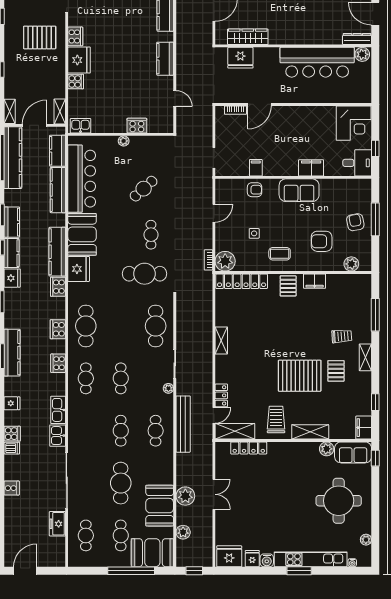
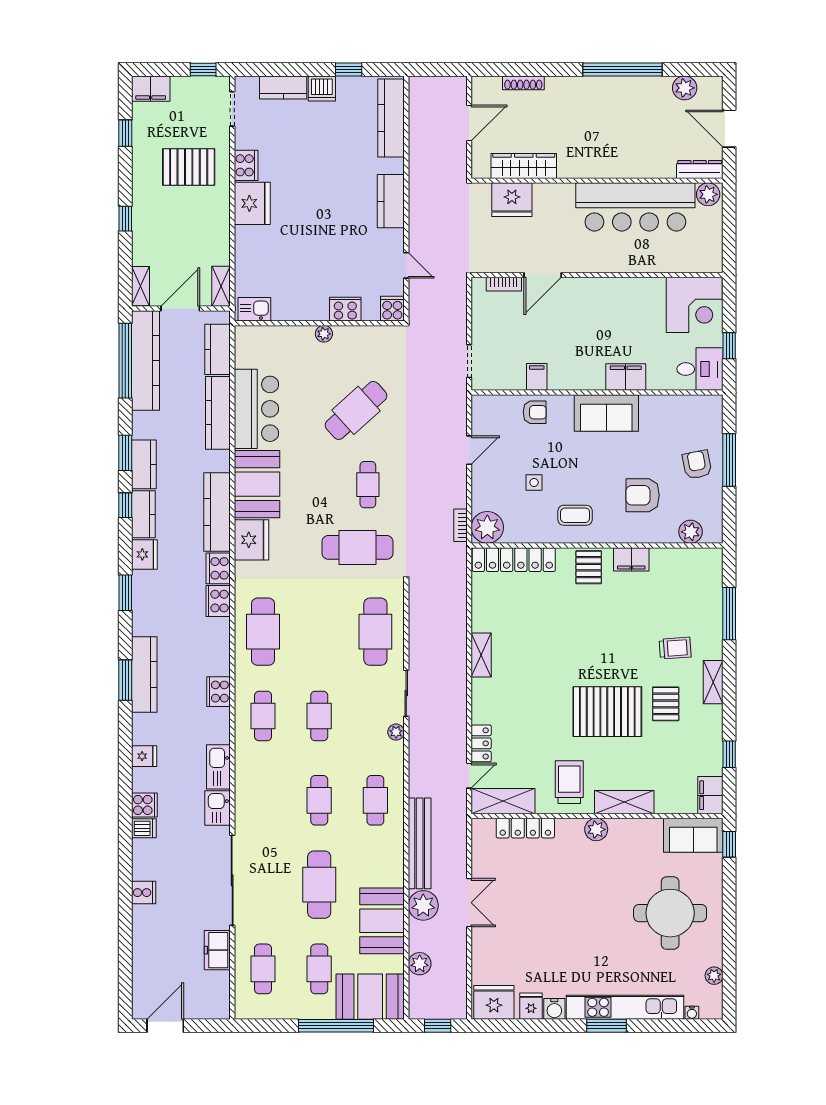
cooker: (76, 82) -> (392, 309), moved, turned -90
bar counter: (82, 179) -> (256, 409), width x0.73
cafe table: (144, 189) -> (356, 410), width x1.37, depth x1.35
cooker: (58, 329) -> (218, 601), moved
bench: (183, 424) -> (420, 843), moved
plant: (327, 449) -> (596, 829), moved

